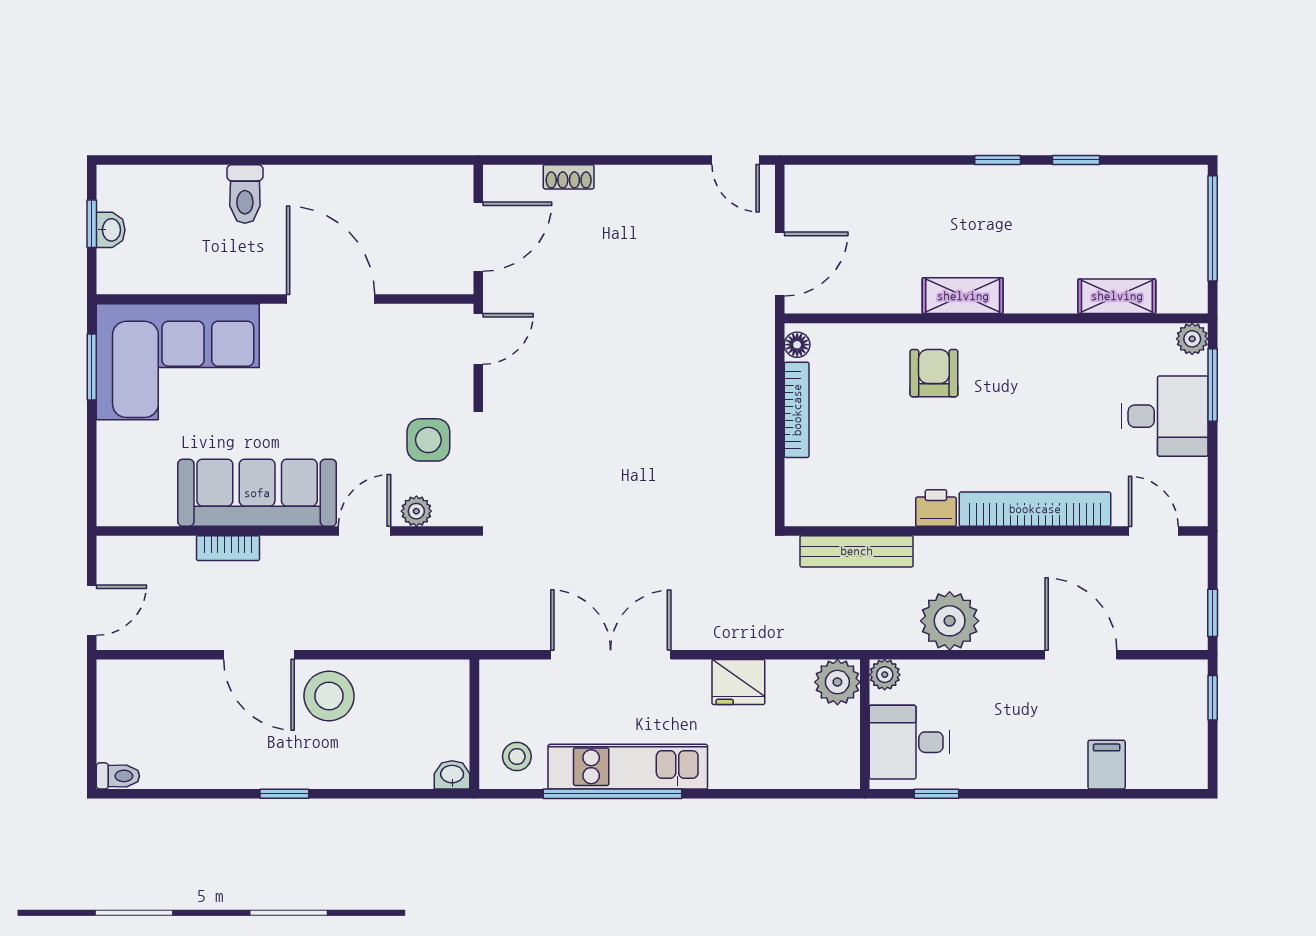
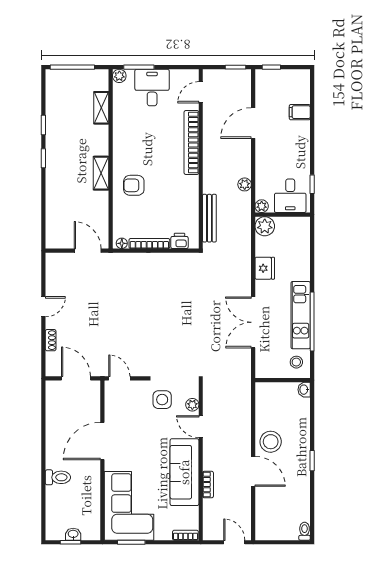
door: (736, 160) -> (43, 307), moved
bookcase: (108, 495) -> (185, 535), added
printer: (936, 508) -> (179, 241), moved, turned 90
plant: (950, 621) -> (245, 184), width x0.53, depth x0.53
door: (259, 655) -> (253, 471), hinge flipped

